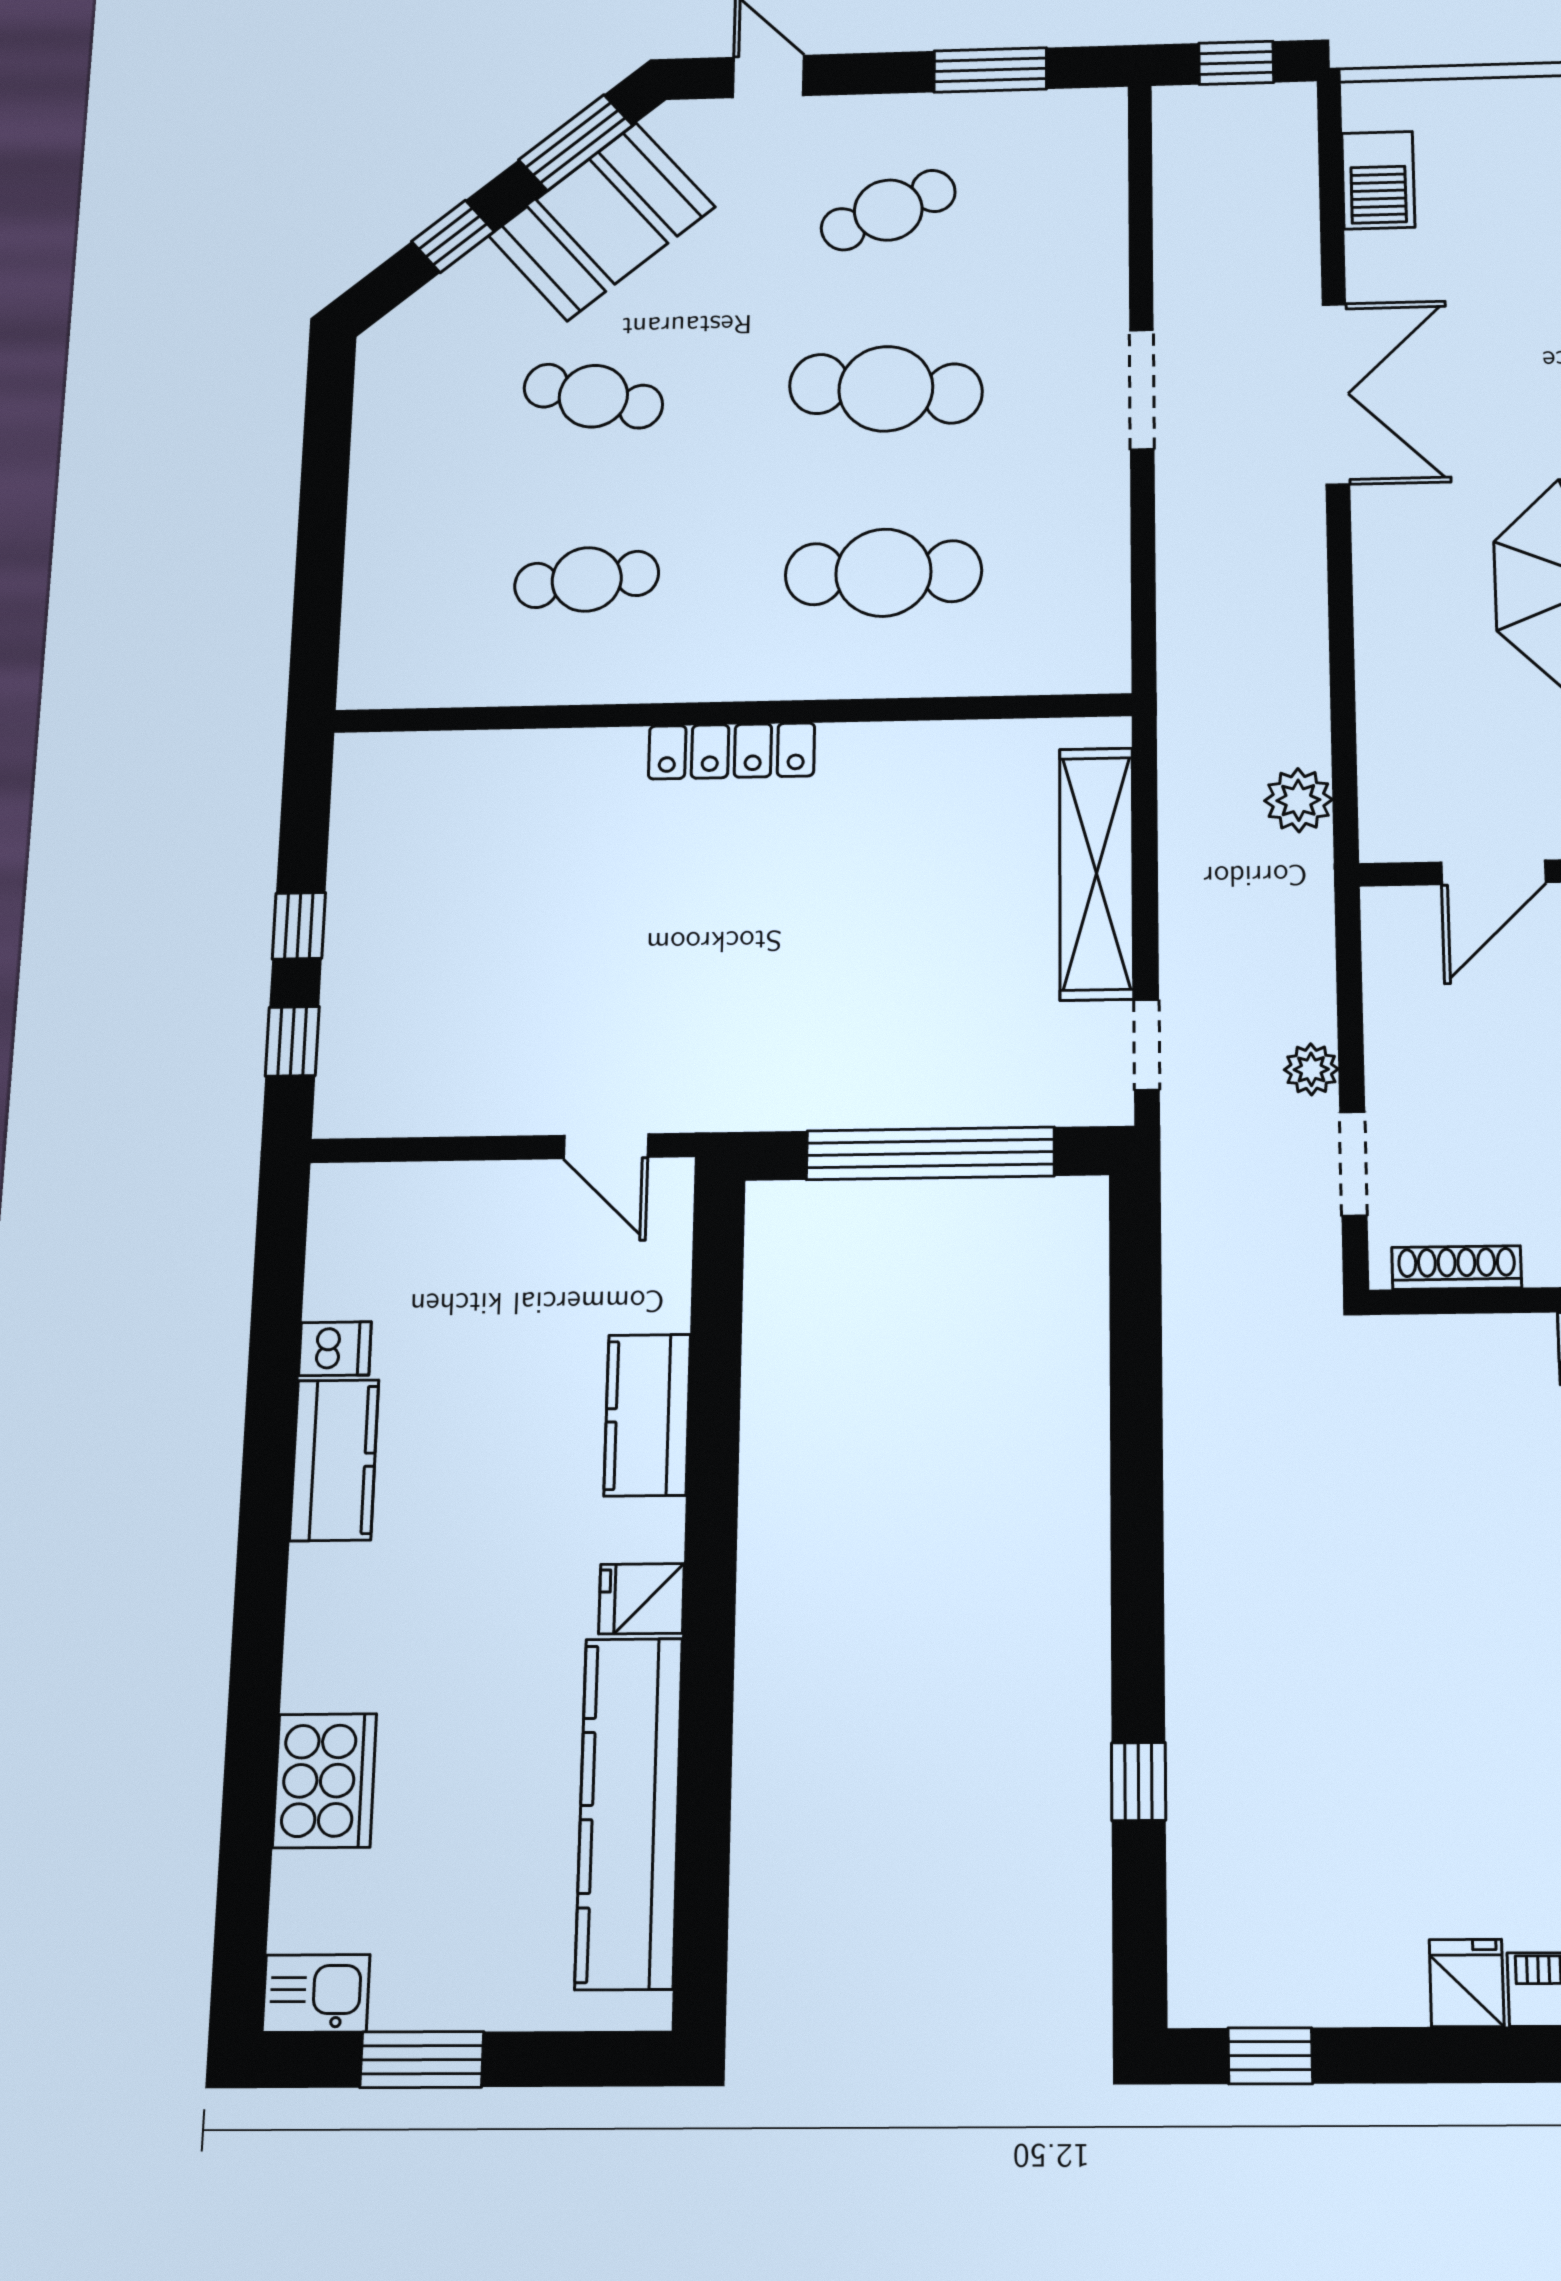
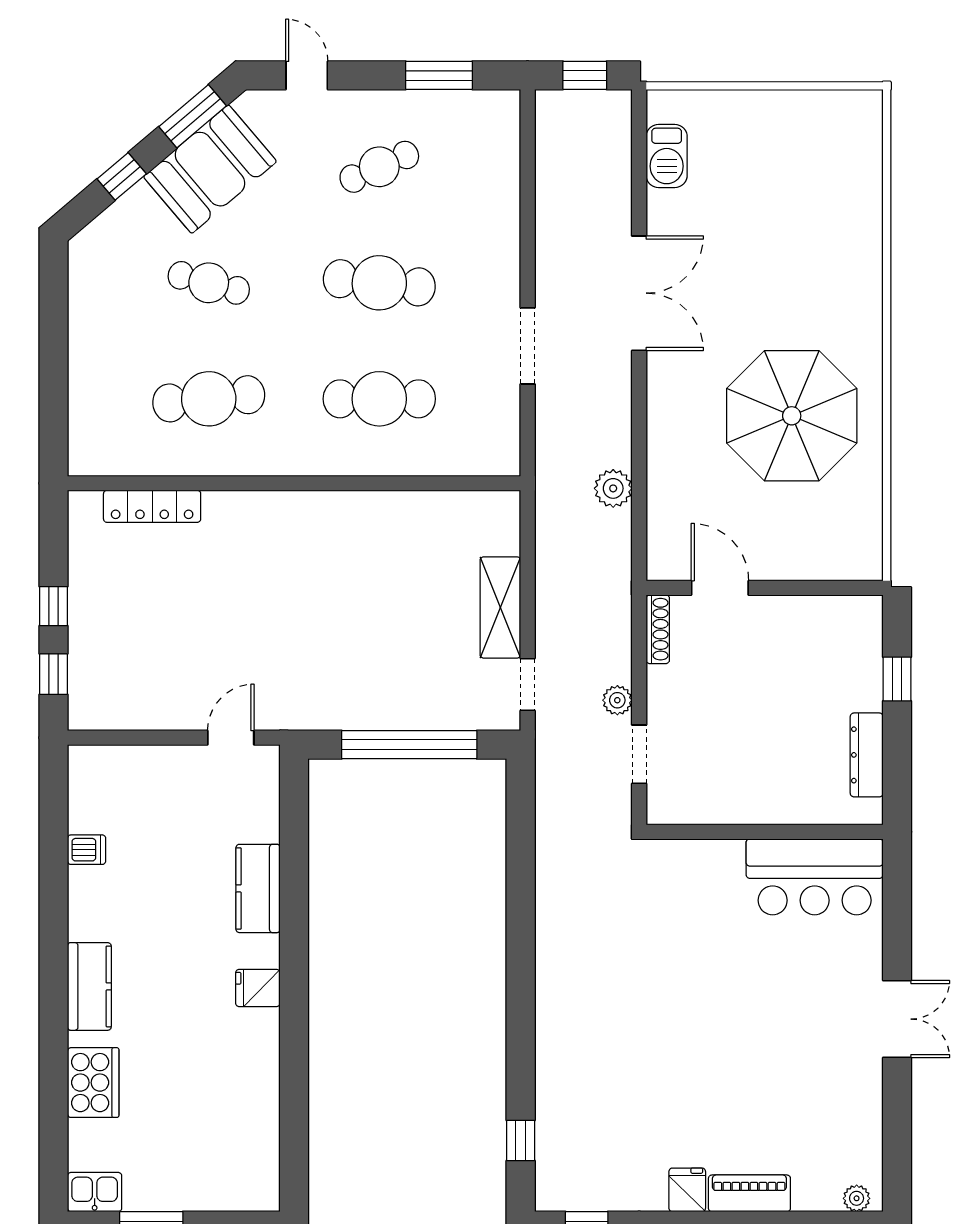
doorway: (1142, 390) -> (528, 346), moved
cafe table: (587, 579) -> (209, 399), width x1.37, depth x1.35
locker: (731, 751) -> (152, 506), moved
plant: (1298, 800) -> (613, 488), moved
door: (1493, 872) -> (720, 588), swing flipped
shelving: (1096, 873) -> (500, 607), width x0.68
door: (606, 1146) -> (231, 738), swing flipped
shoe rack: (1457, 1268) -> (658, 629), moved, turned 90
kitchen counter: (334, 1460) -> (89, 986), moved
window: (1139, 1781) -> (521, 1140), moved
kitchen counter: (629, 1812) -> (255, 1100), removed

